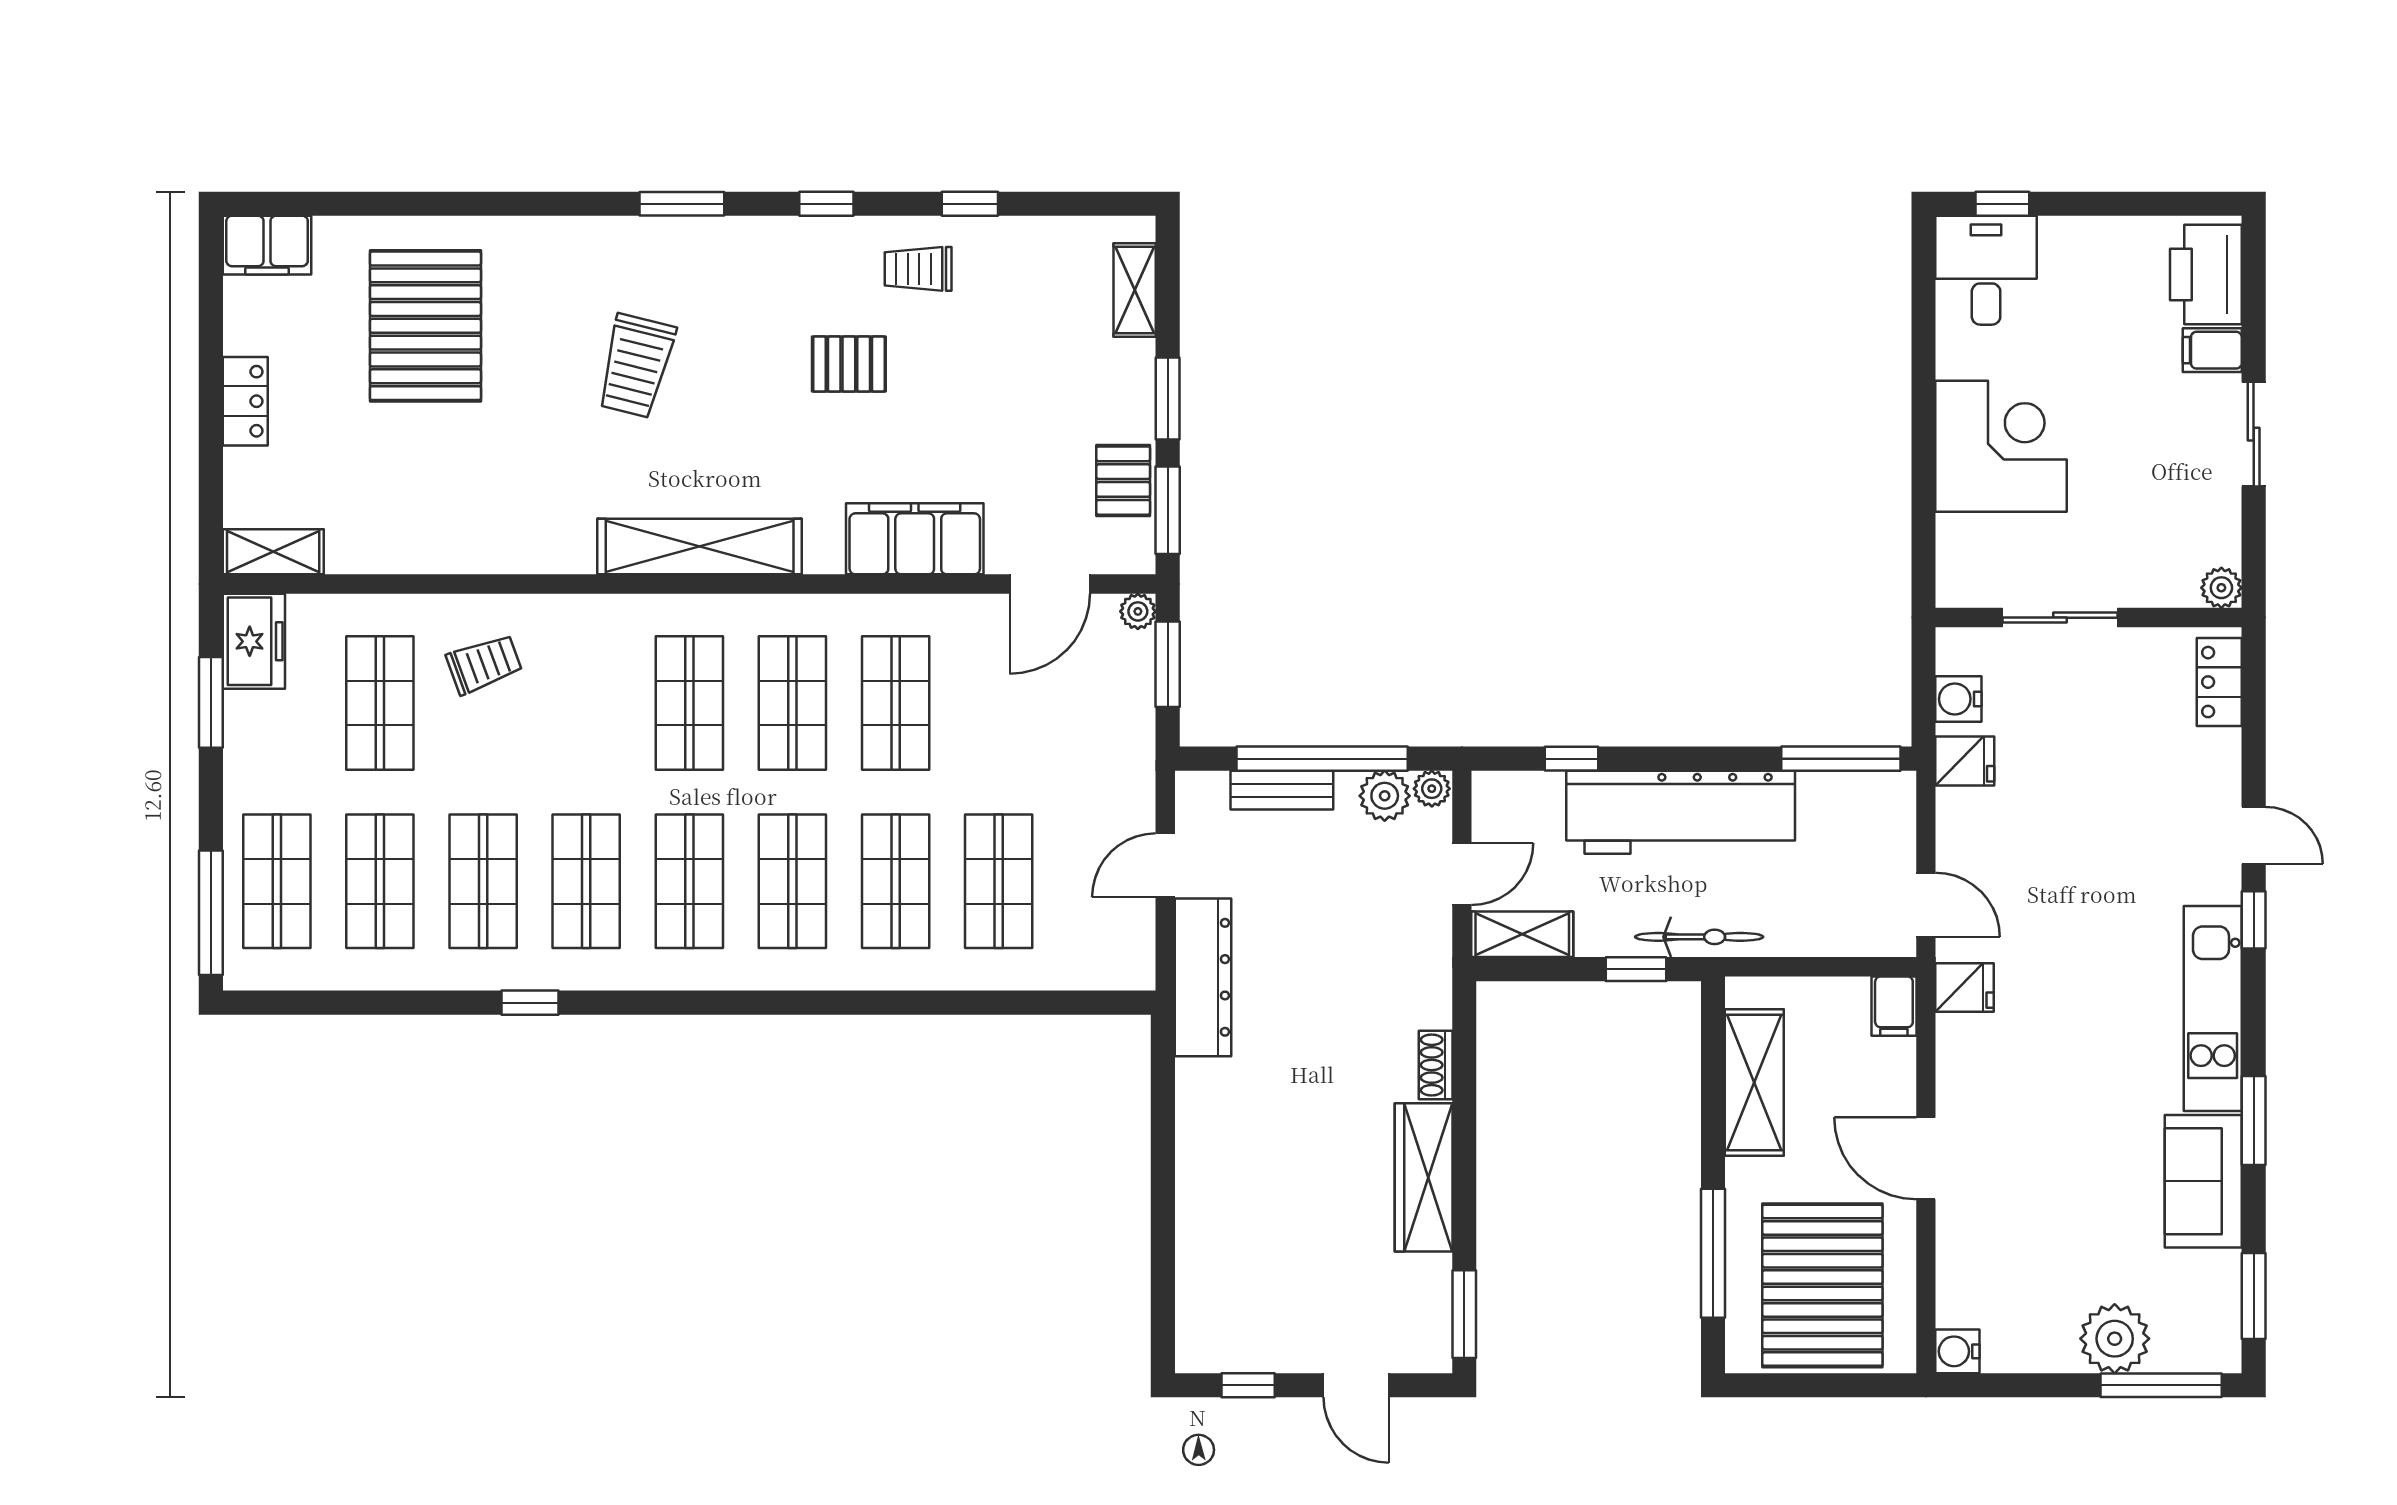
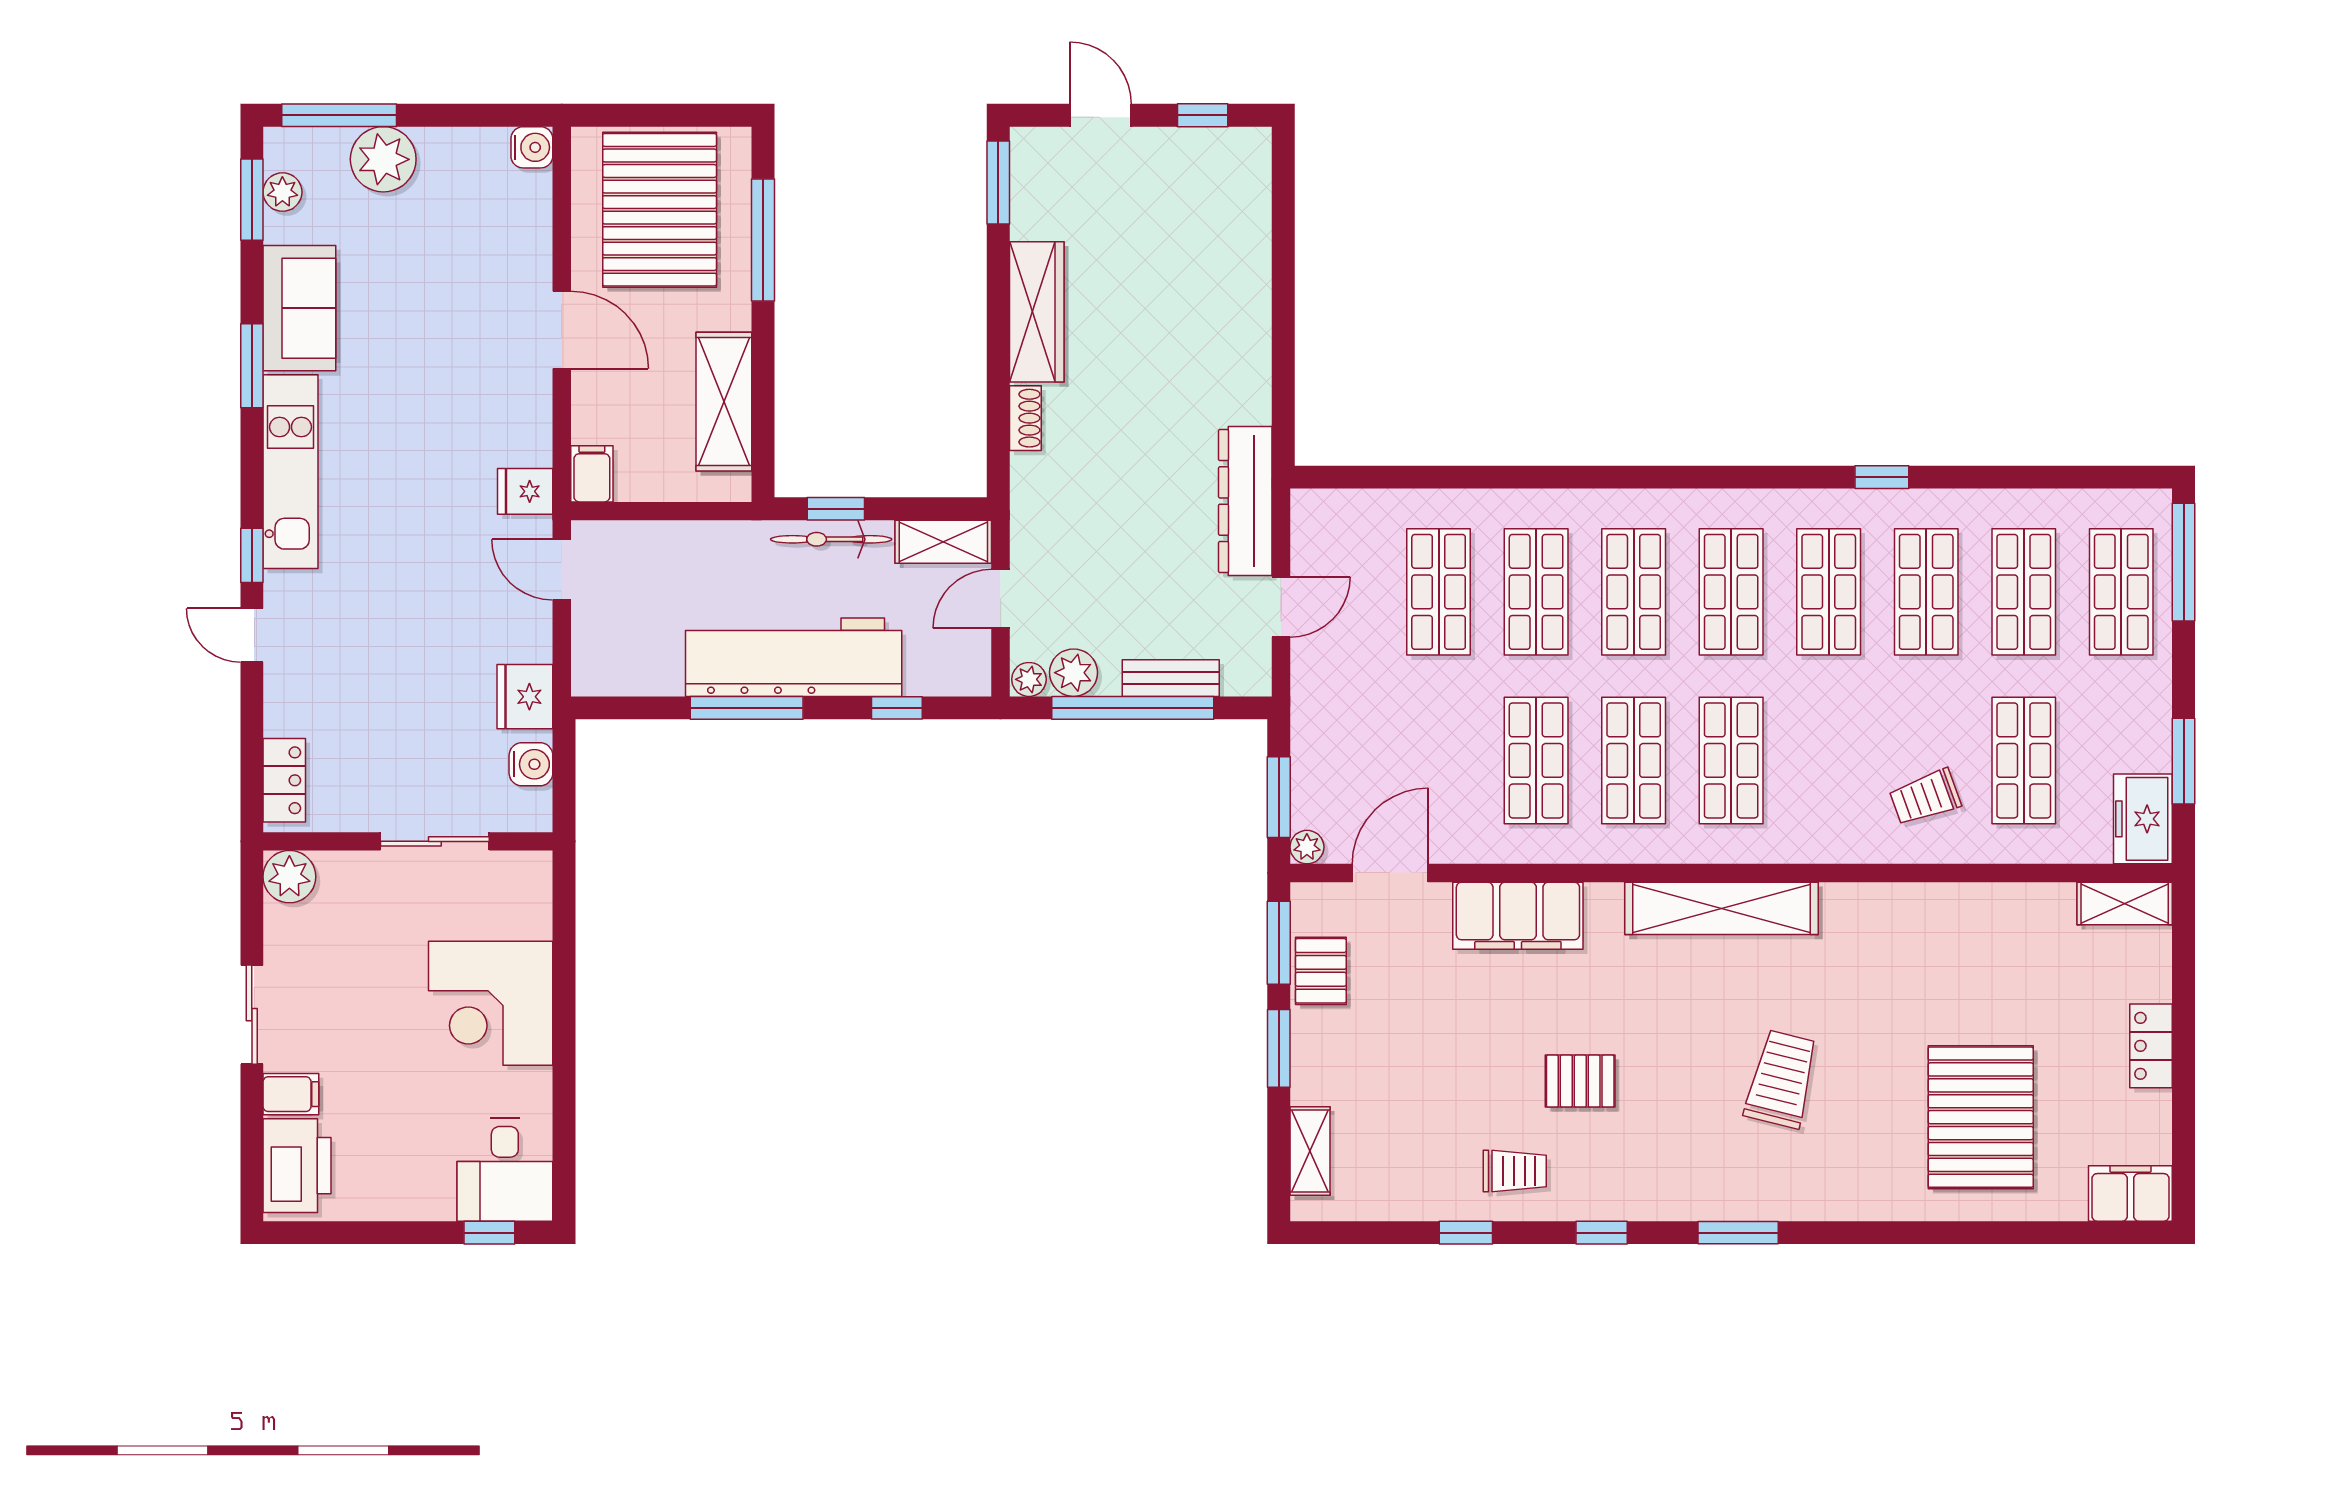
plant: (2221, 588) -> (289, 877), width x1.38, depth x1.38
window: (1841, 759) -> (747, 708), moved
fridge: (1965, 761) -> (525, 697), width x1.38
bicycle: (1699, 937) -> (831, 539), moved
plant: (2221, 1304) -> (282, 192), added

